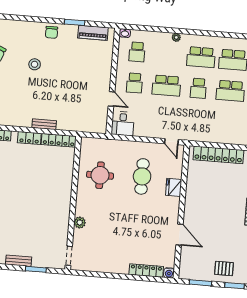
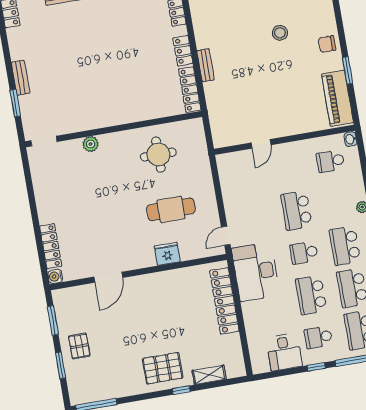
piano: (93, 33) -> (337, 98), width x1.37, depth x1.33
school desk: (134, 83) -> (289, 168), removed
desk: (123, 124) -> (256, 272), moved, width x1.87, depth x1.30

